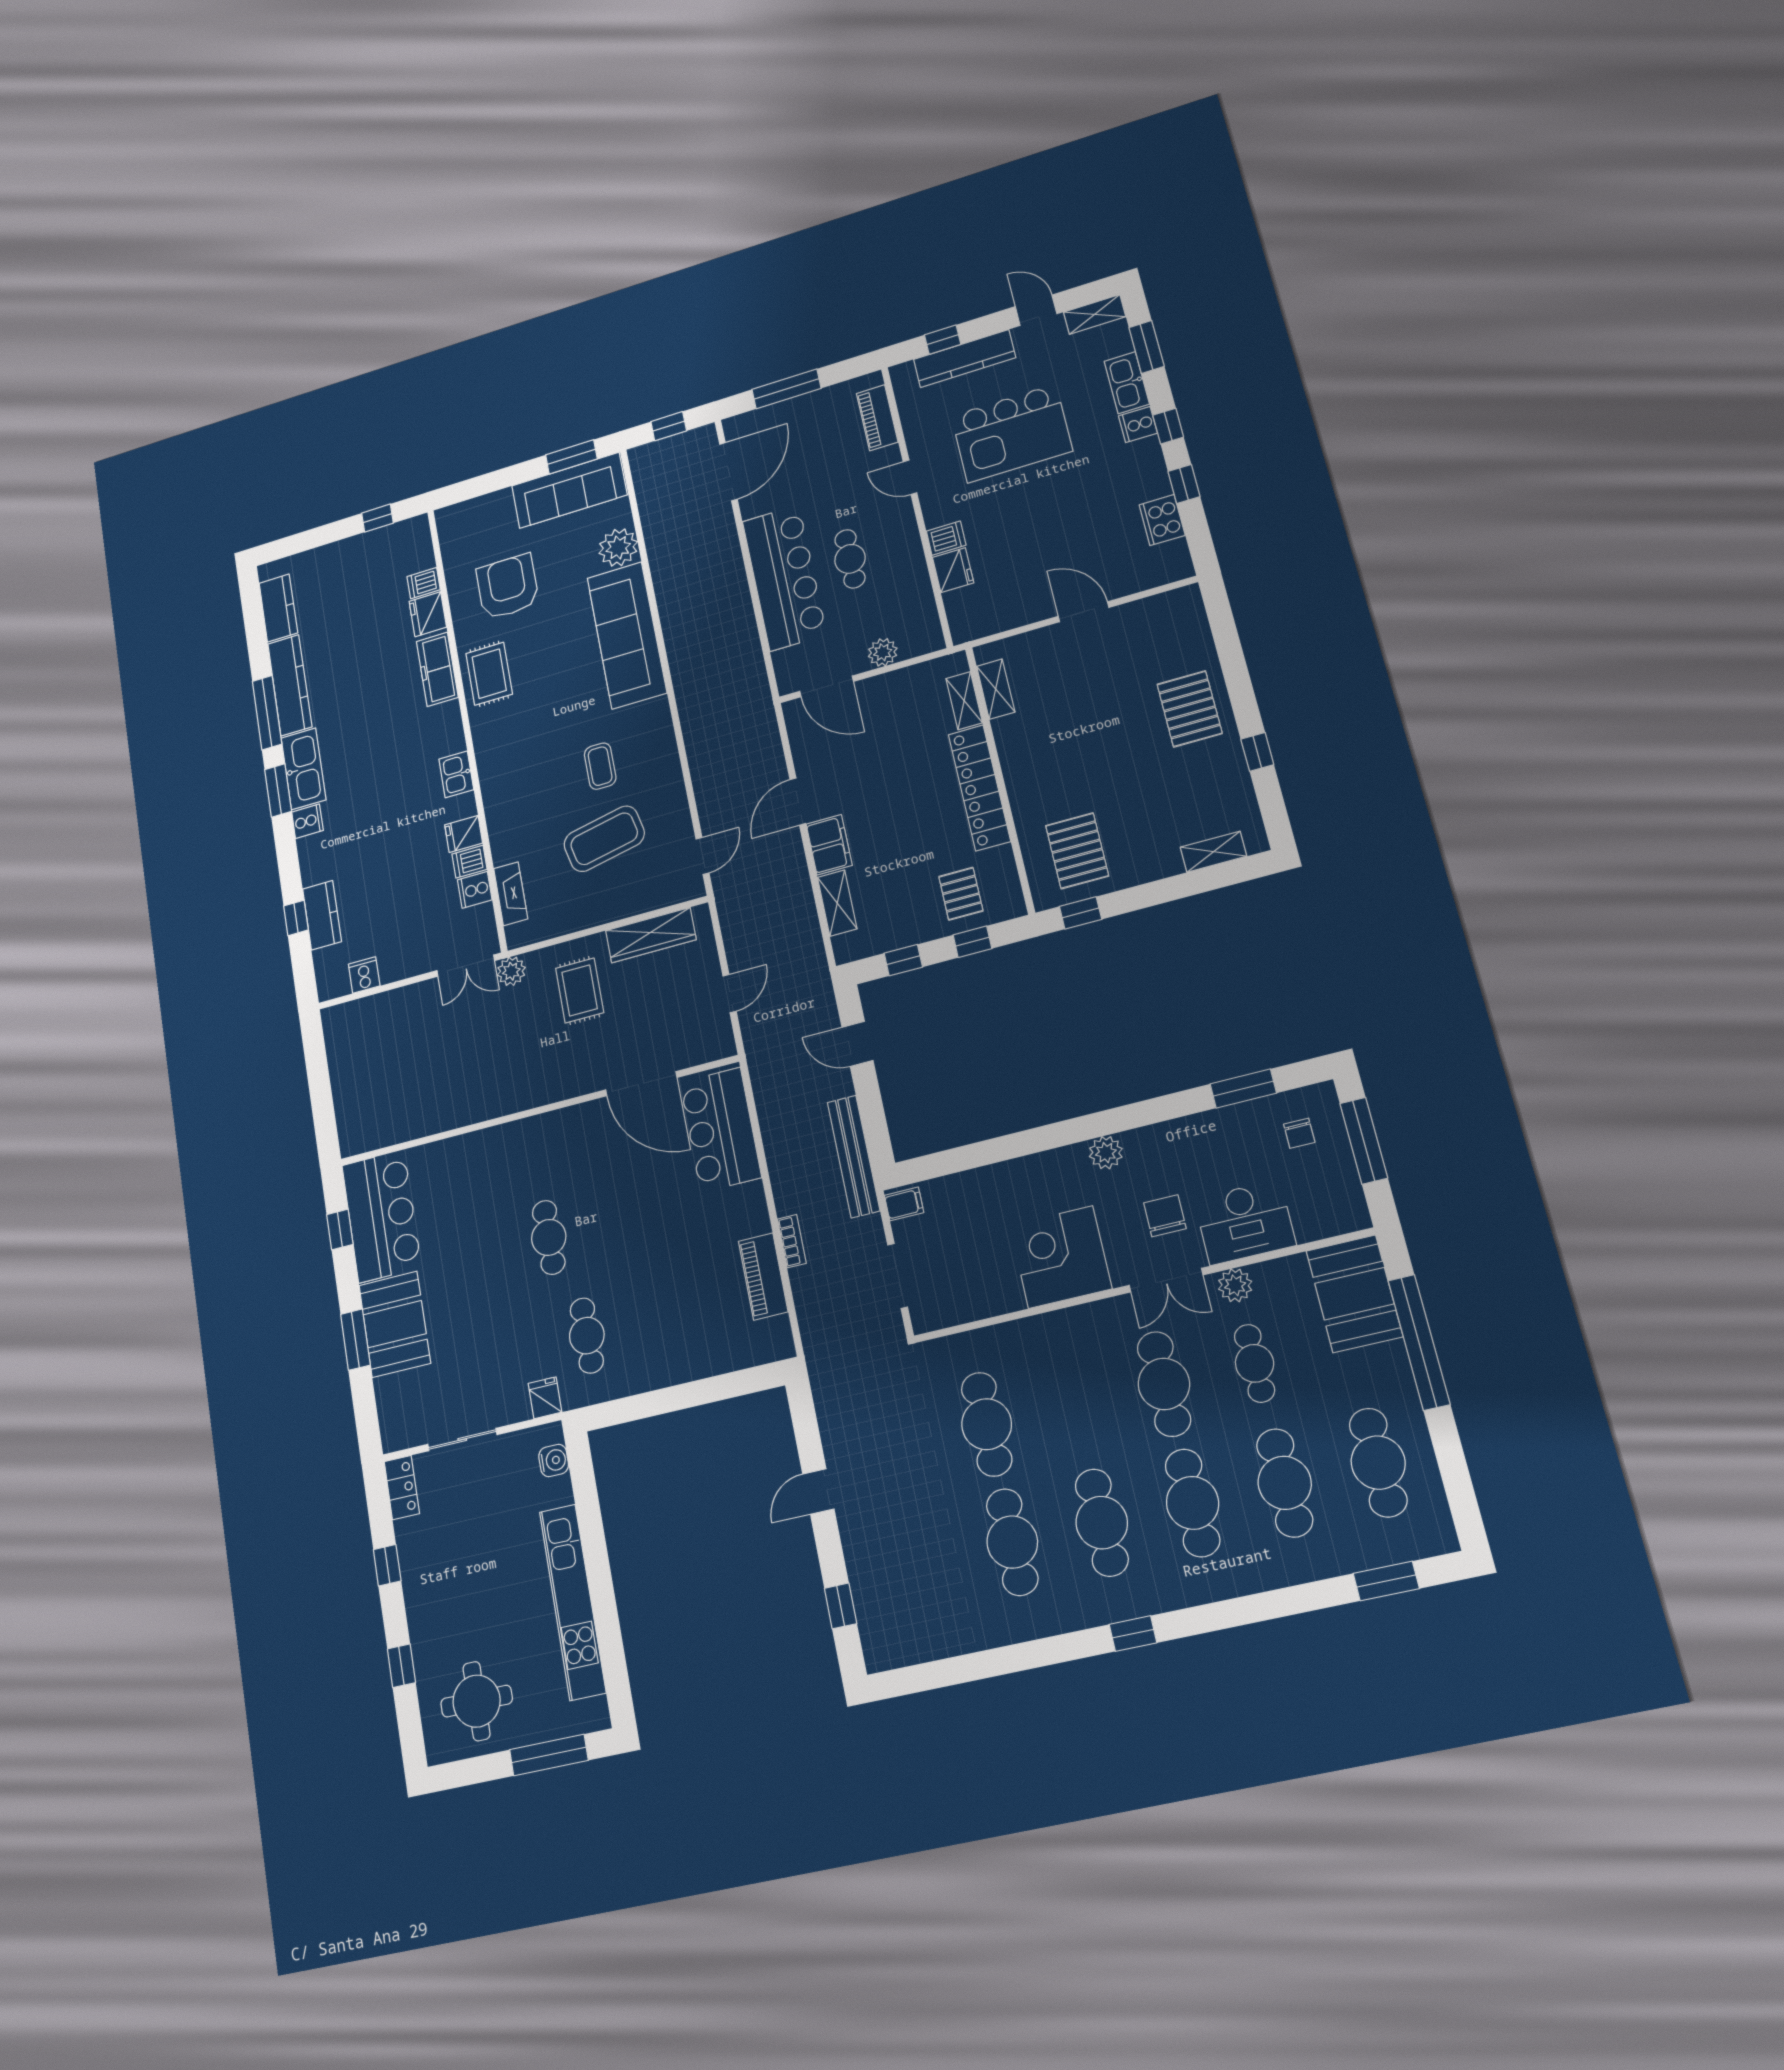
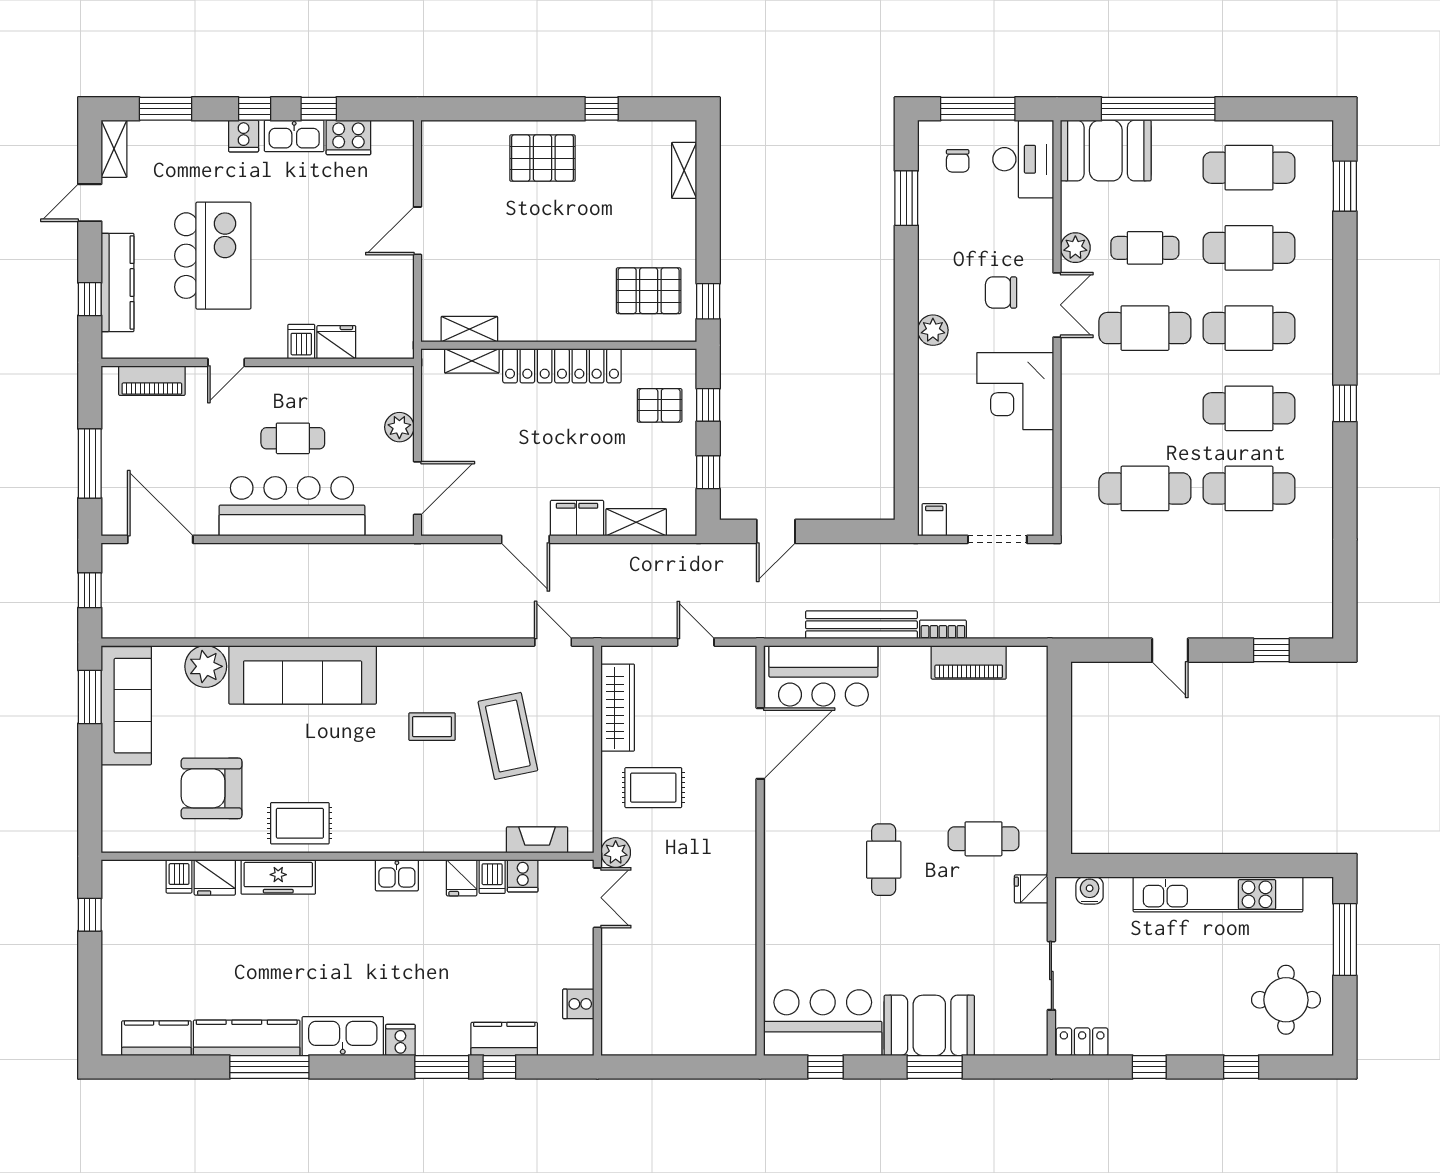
kitchen sink: (1127, 383) -> (294, 136), moved
window: (278, 790) -> (442, 1067), moved
chair: (1299, 1133) -> (958, 161), turned 90
bench: (854, 1156) -> (861, 625), moved
desk: (1245, 1222) -> (1023, 159), moved
cafe table: (549, 1237) -> (884, 860), turned 90

